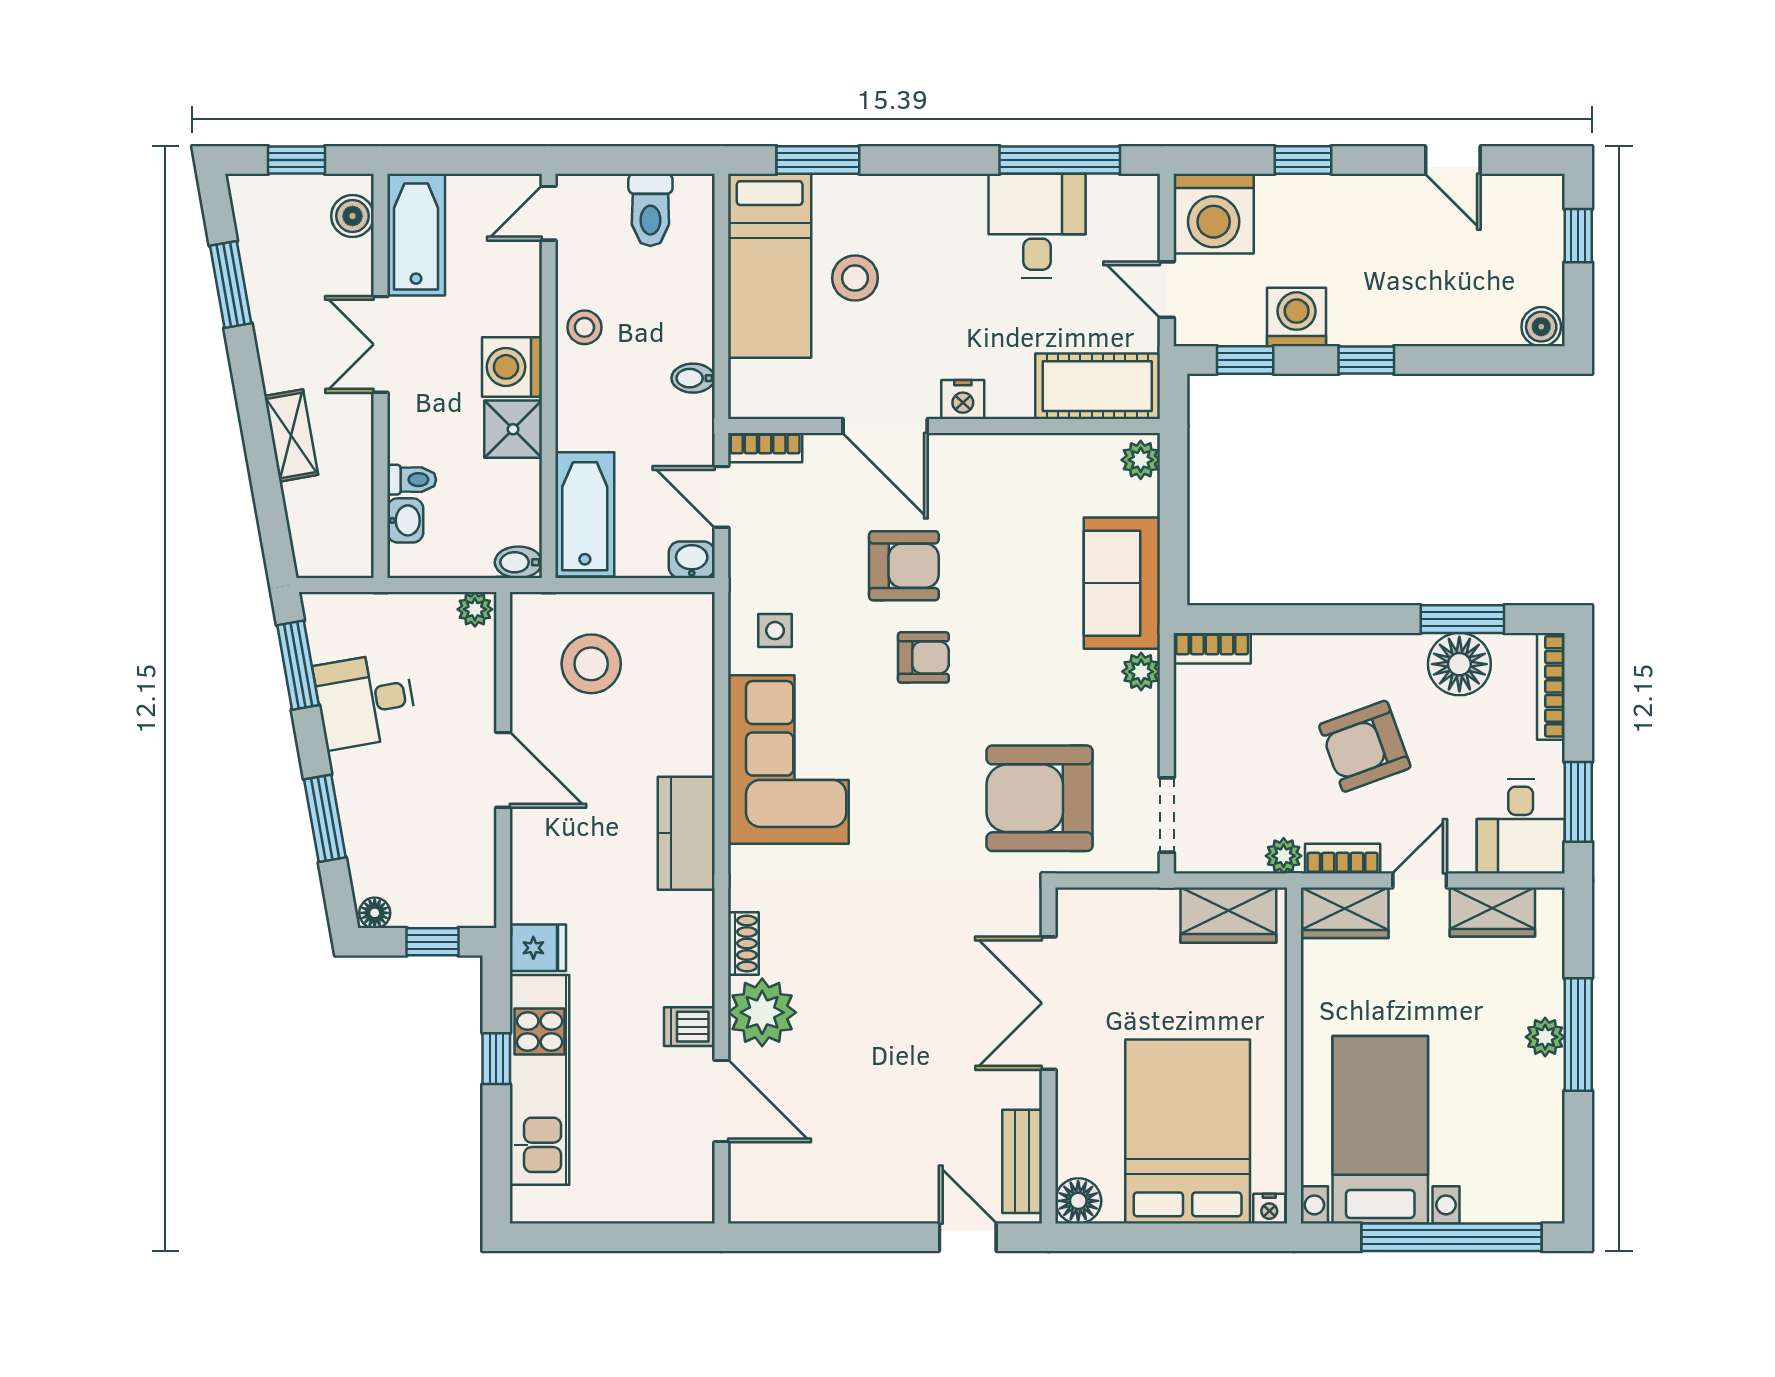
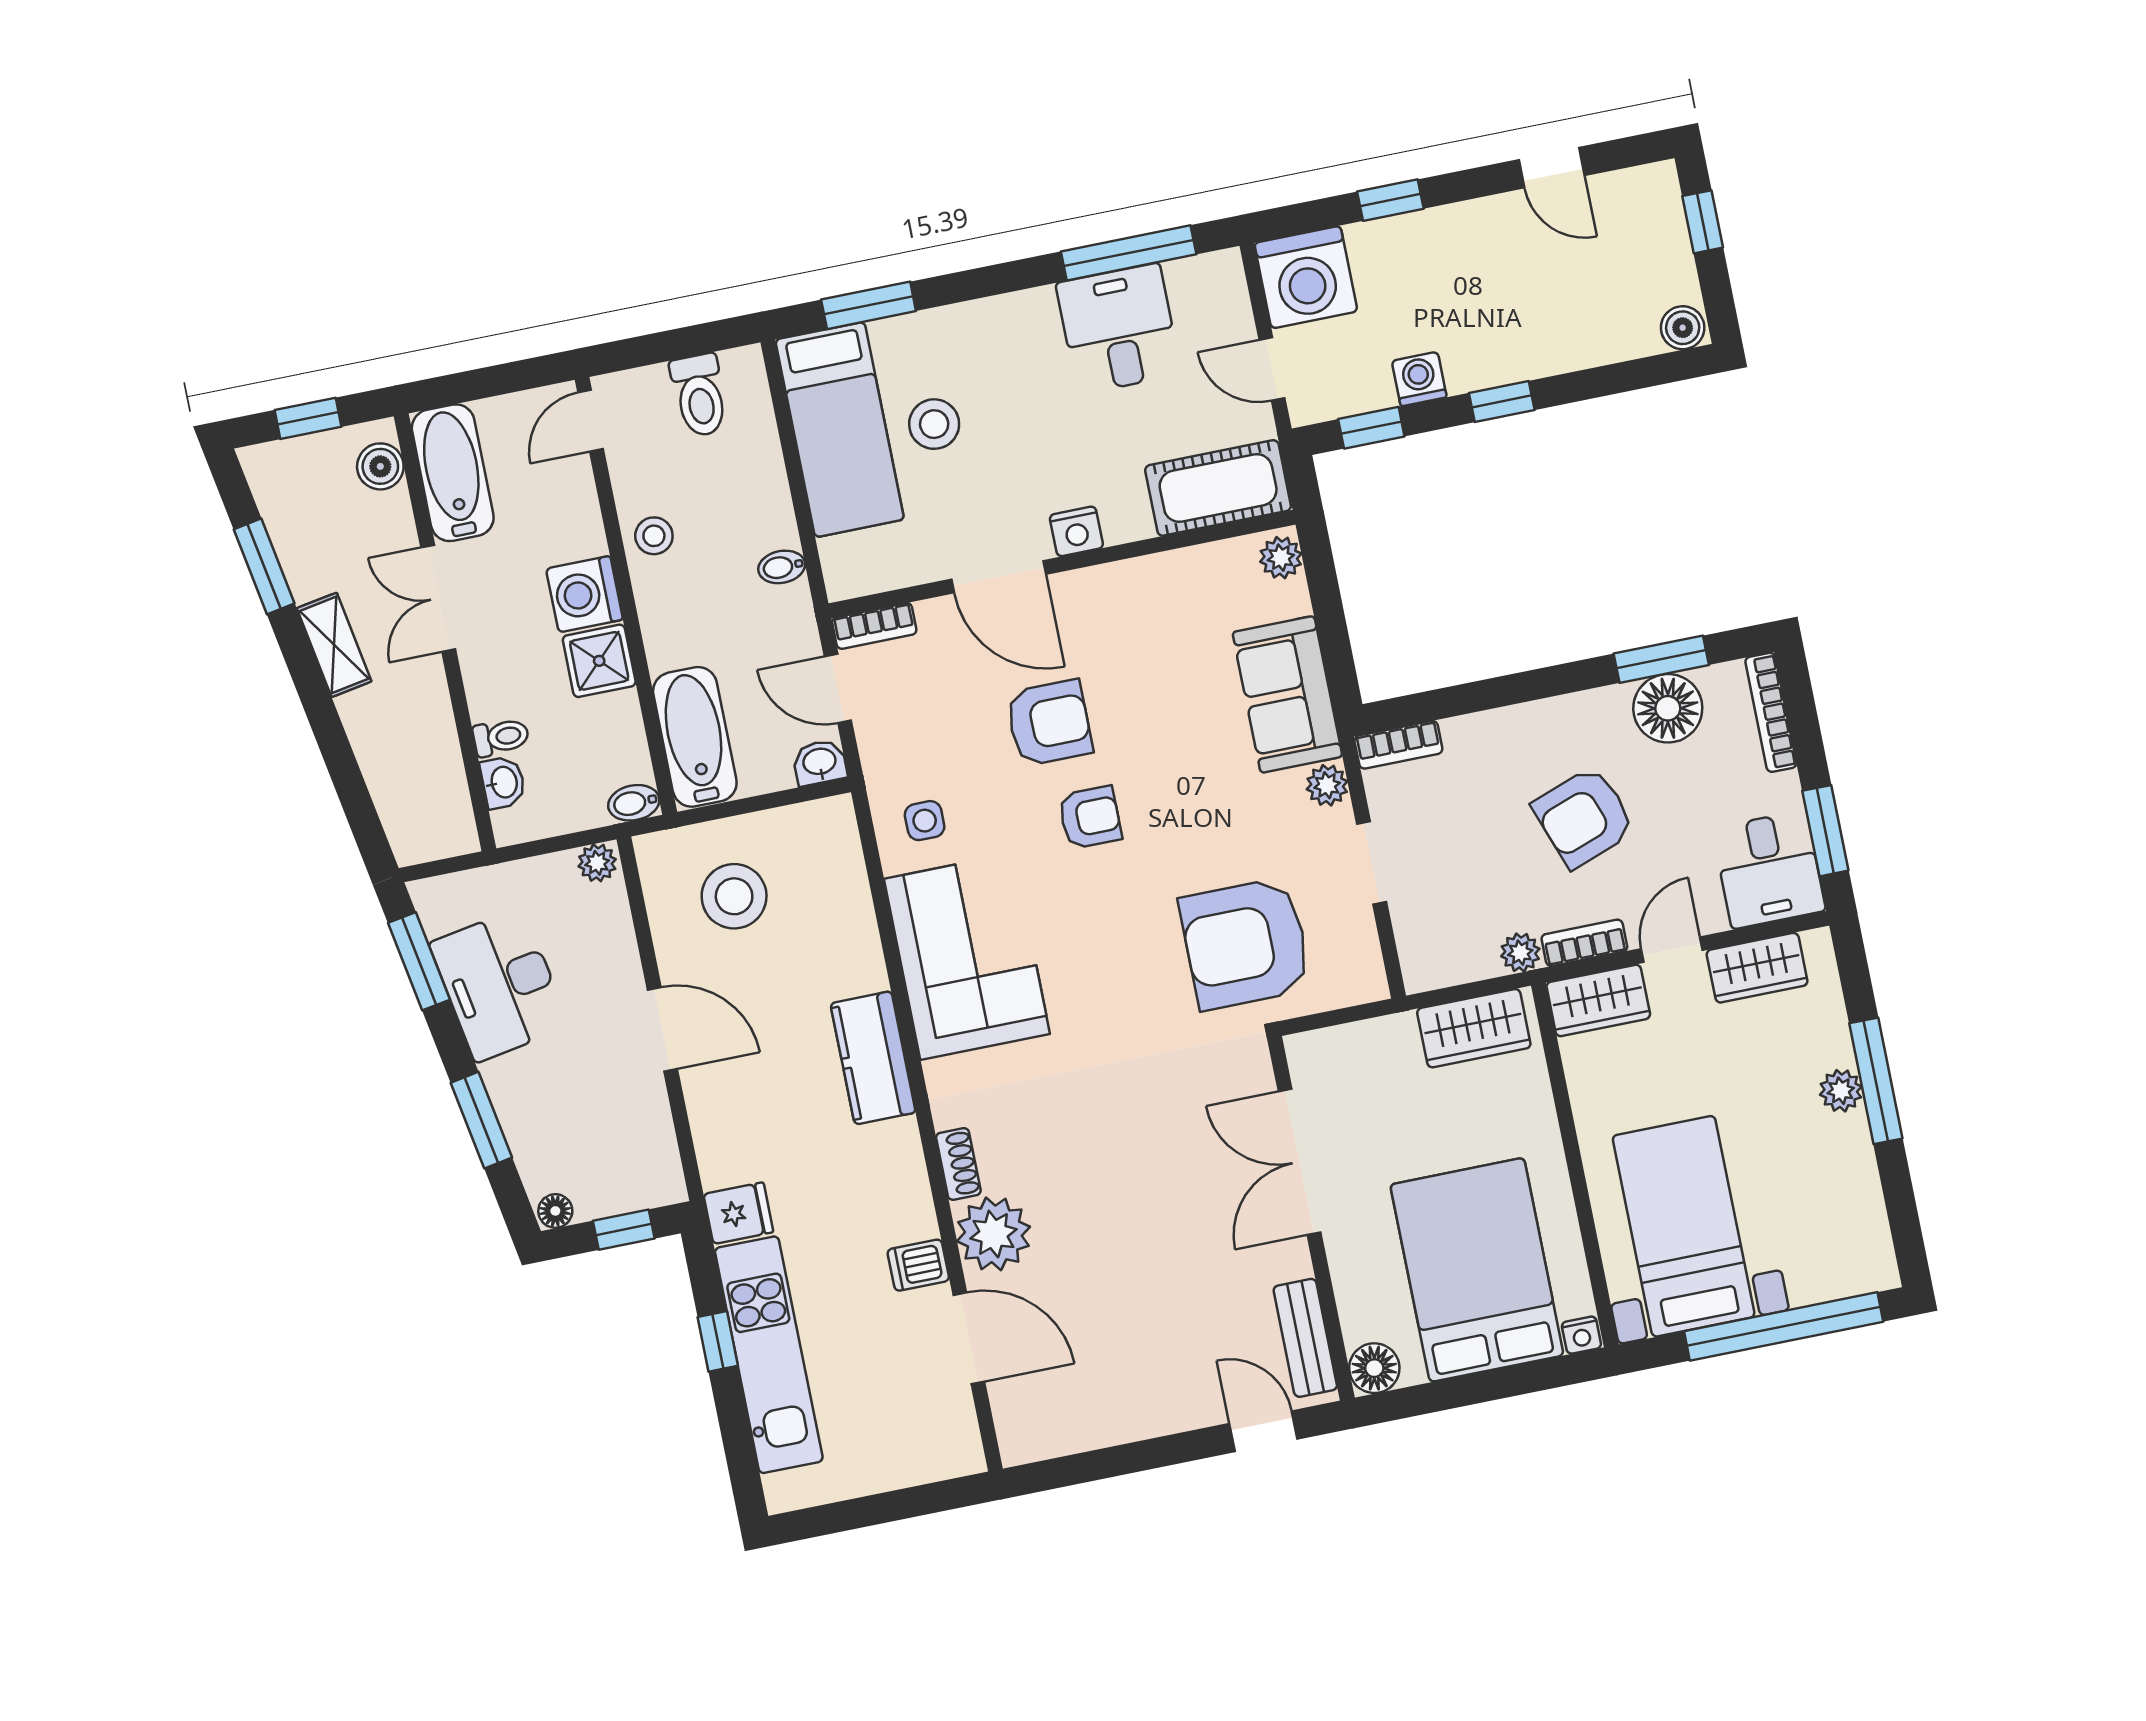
washing machine: (1297, 317) -> (1419, 379), width x0.73, depth x0.73
shelving: (291, 435) -> (334, 645), moved
desk: (365, 701) -> (499, 985), width x1.37
doorway: (1167, 815) -> (1372, 863), moved

